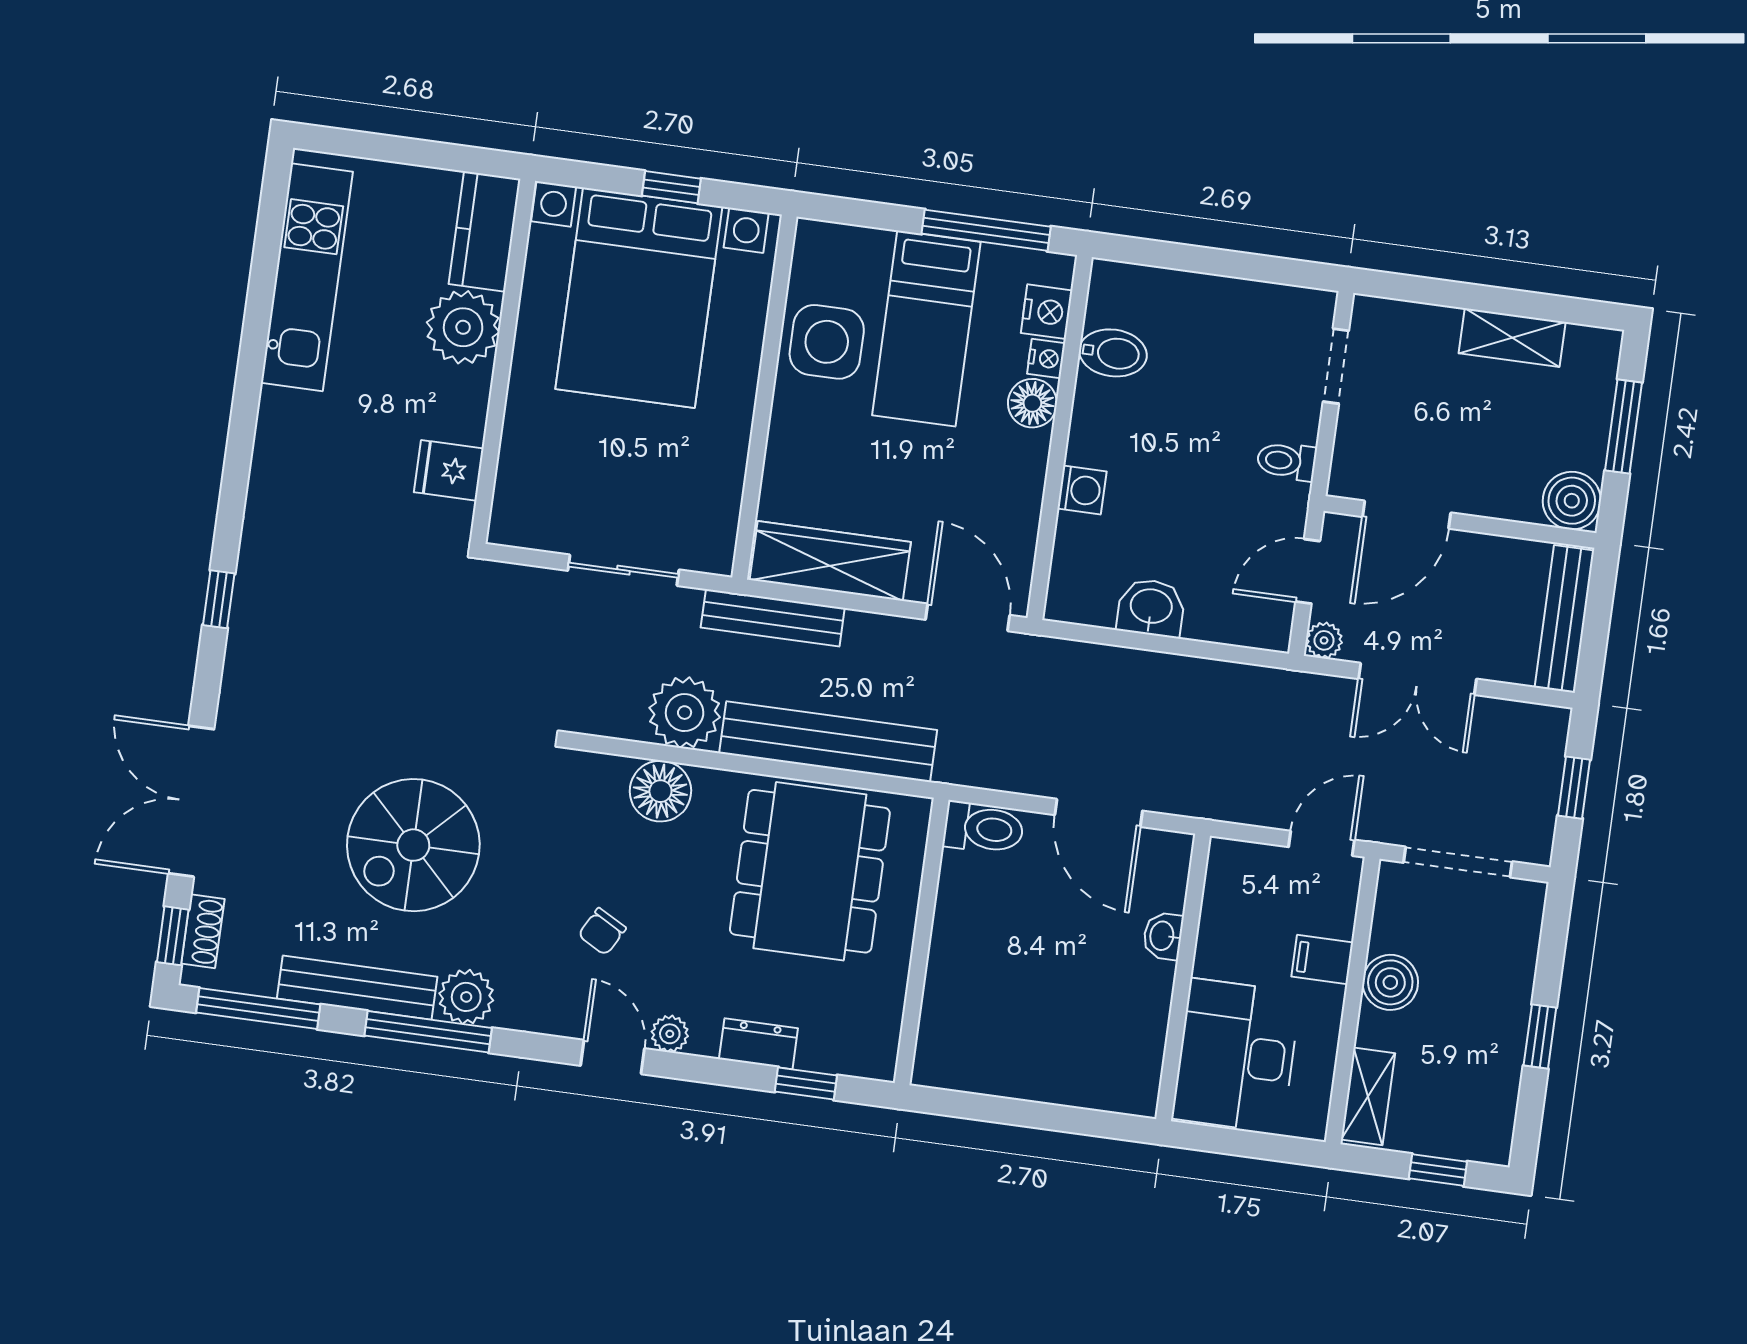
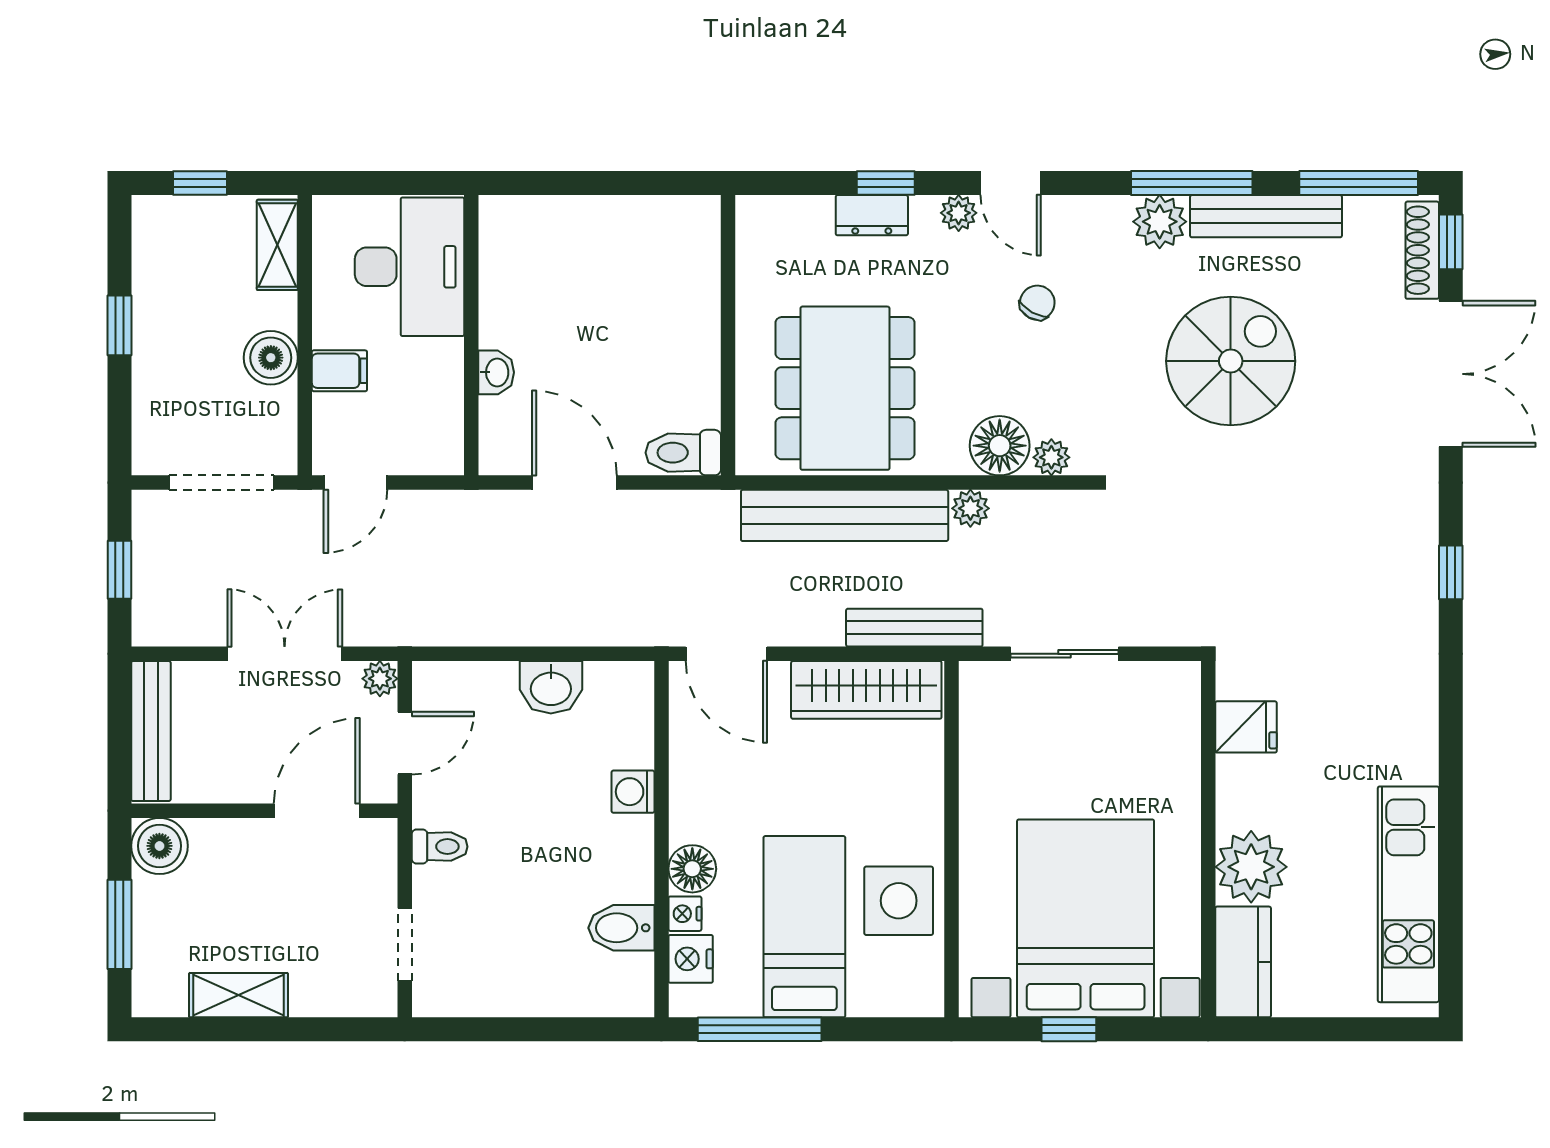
plant: (685, 713) -> (970, 508), width x0.53, depth x0.53
plant: (609, 772) -> (1051, 457), added
shoe rack: (203, 931) -> (1422, 250), width x1.43
window: (806, 1084) -> (886, 183), moved

